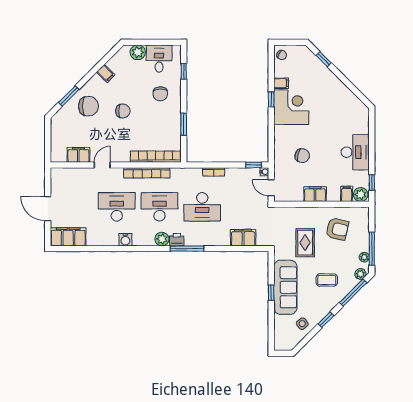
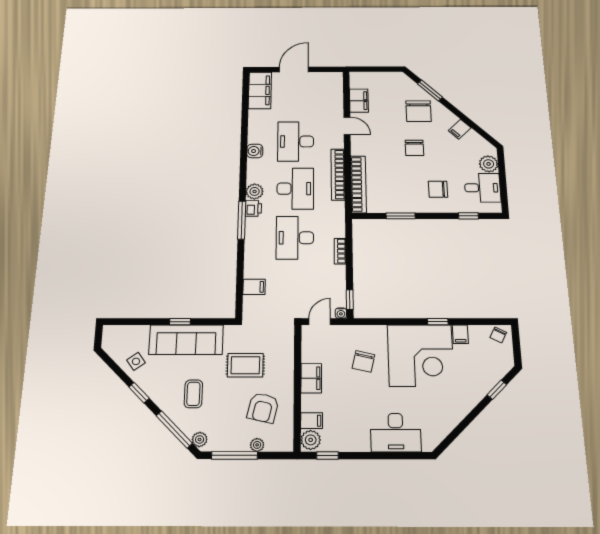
corner desk: (291, 107) -> (420, 355), width x1.36, depth x1.36
desk: (355, 152) -> (396, 433), moved
desk: (117, 207) -> (296, 141), turned 180
filing cabinet: (243, 238) -> (254, 287), width x0.50
plant: (364, 257) -> (257, 445), moved

